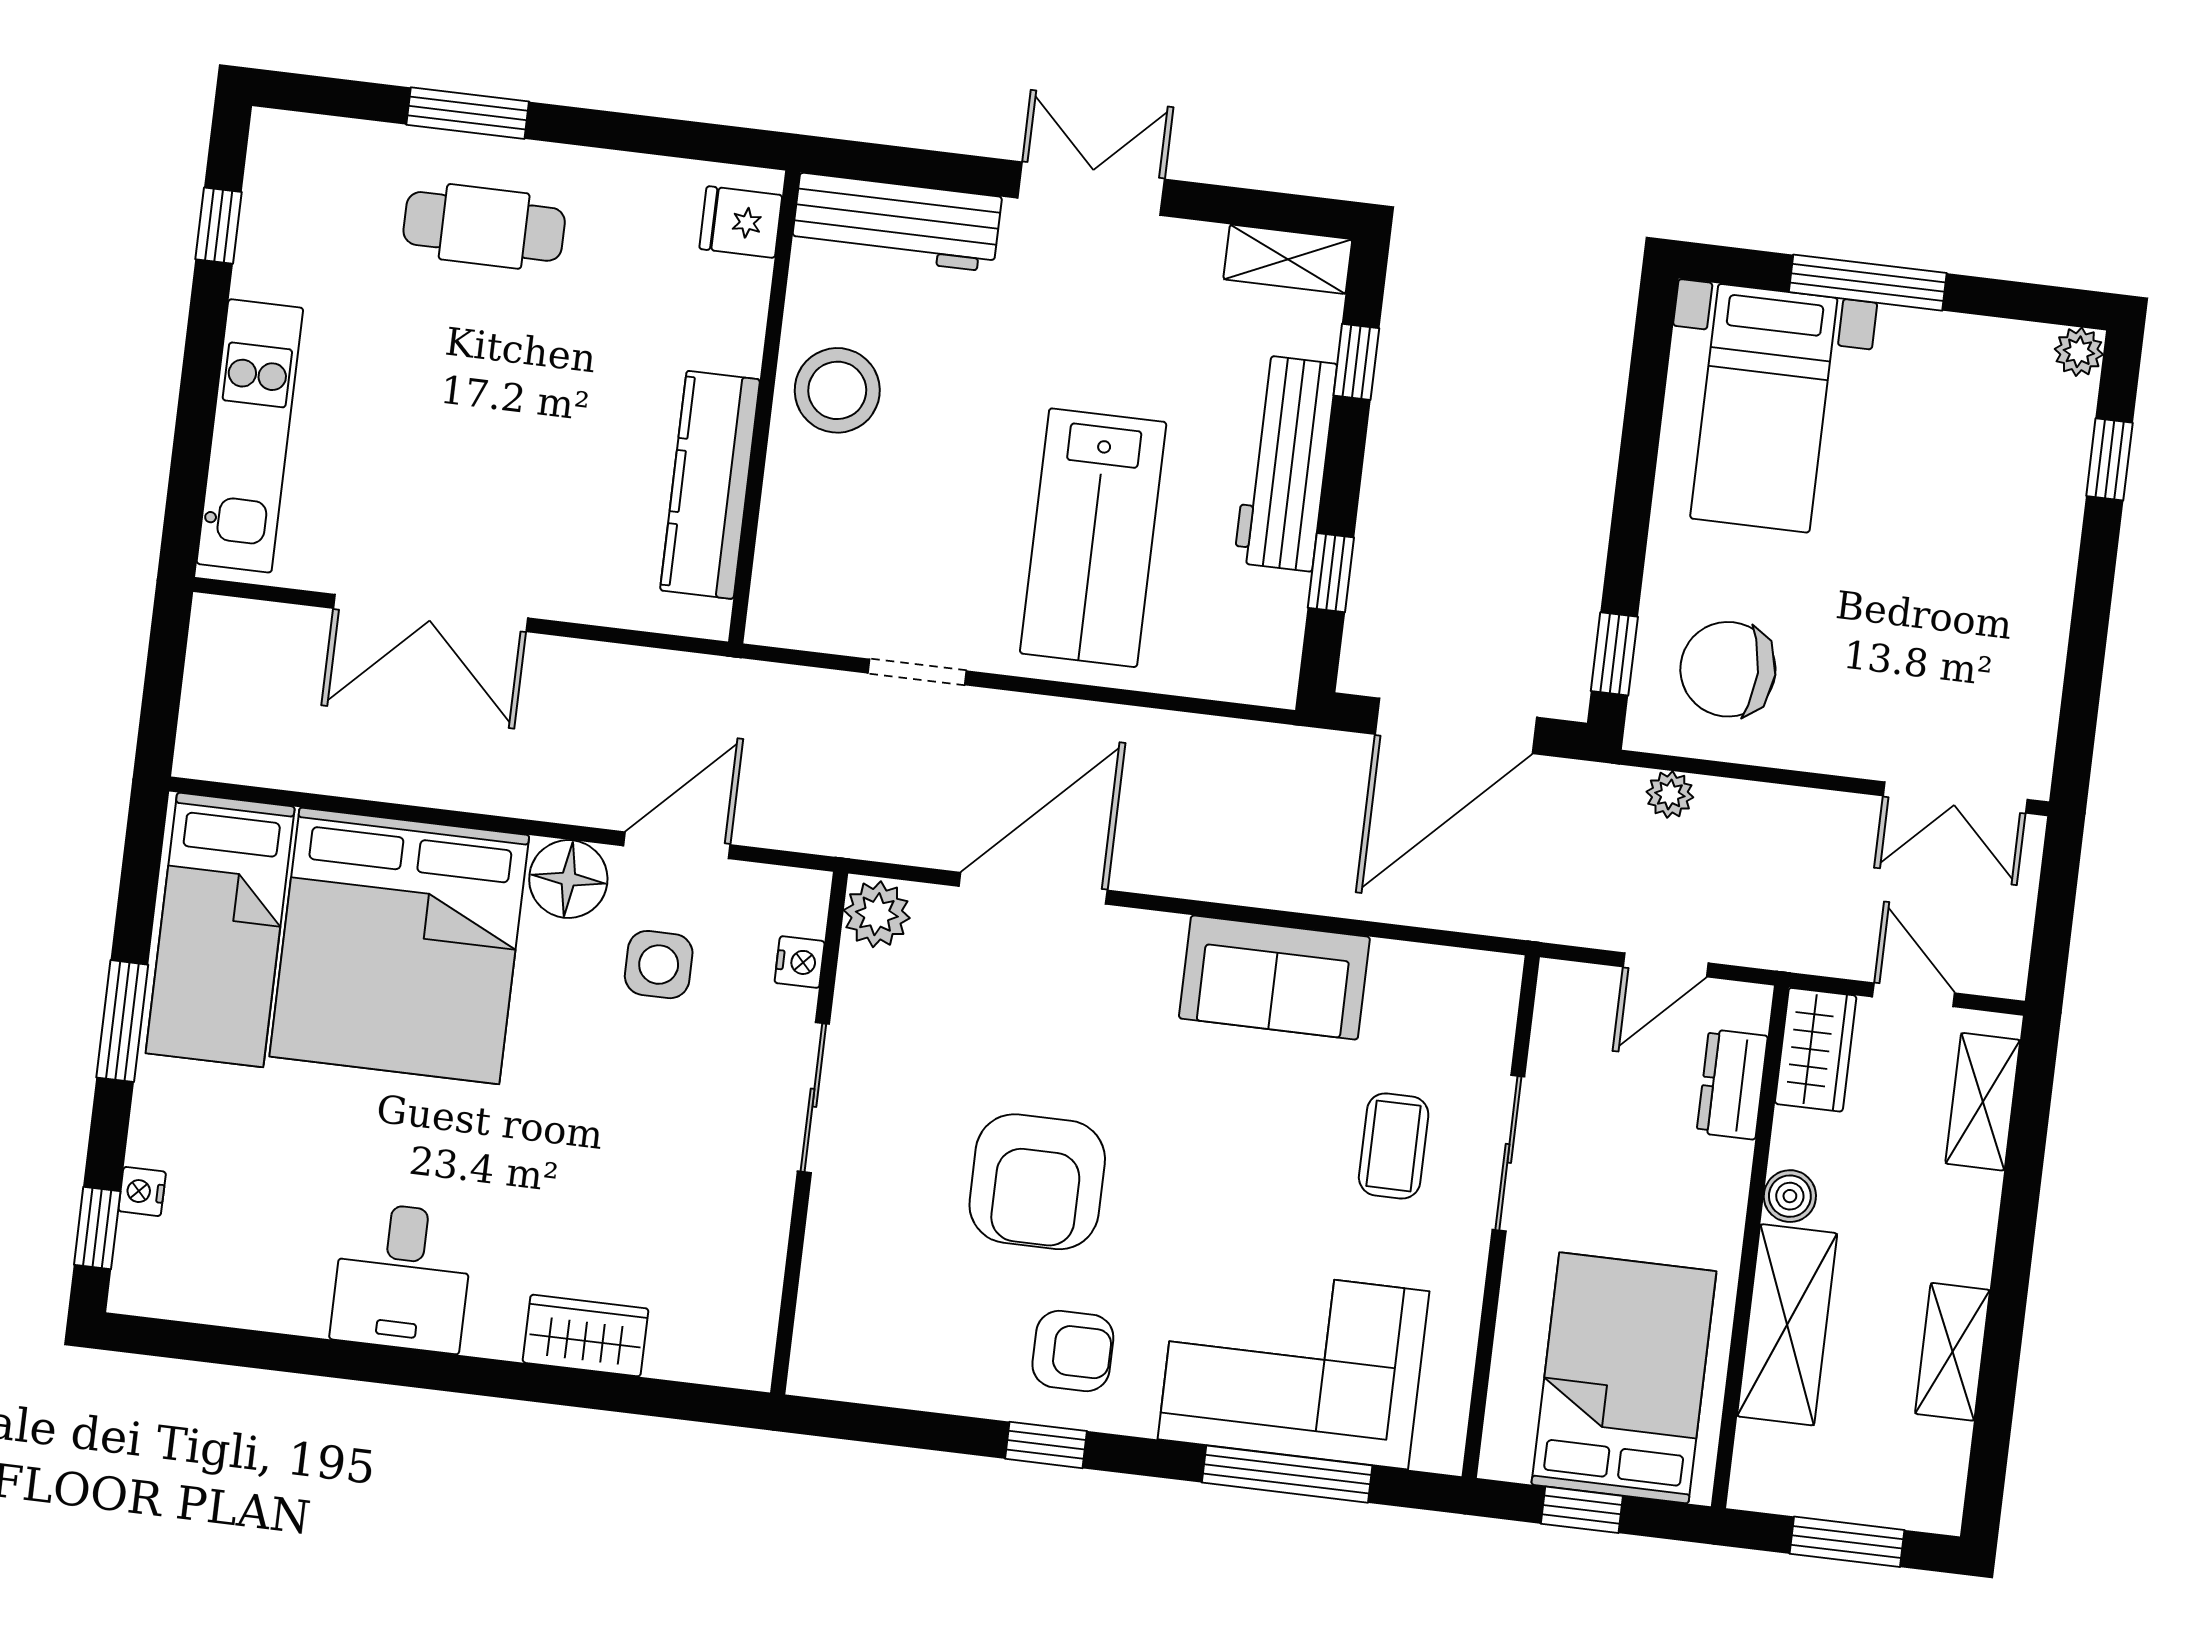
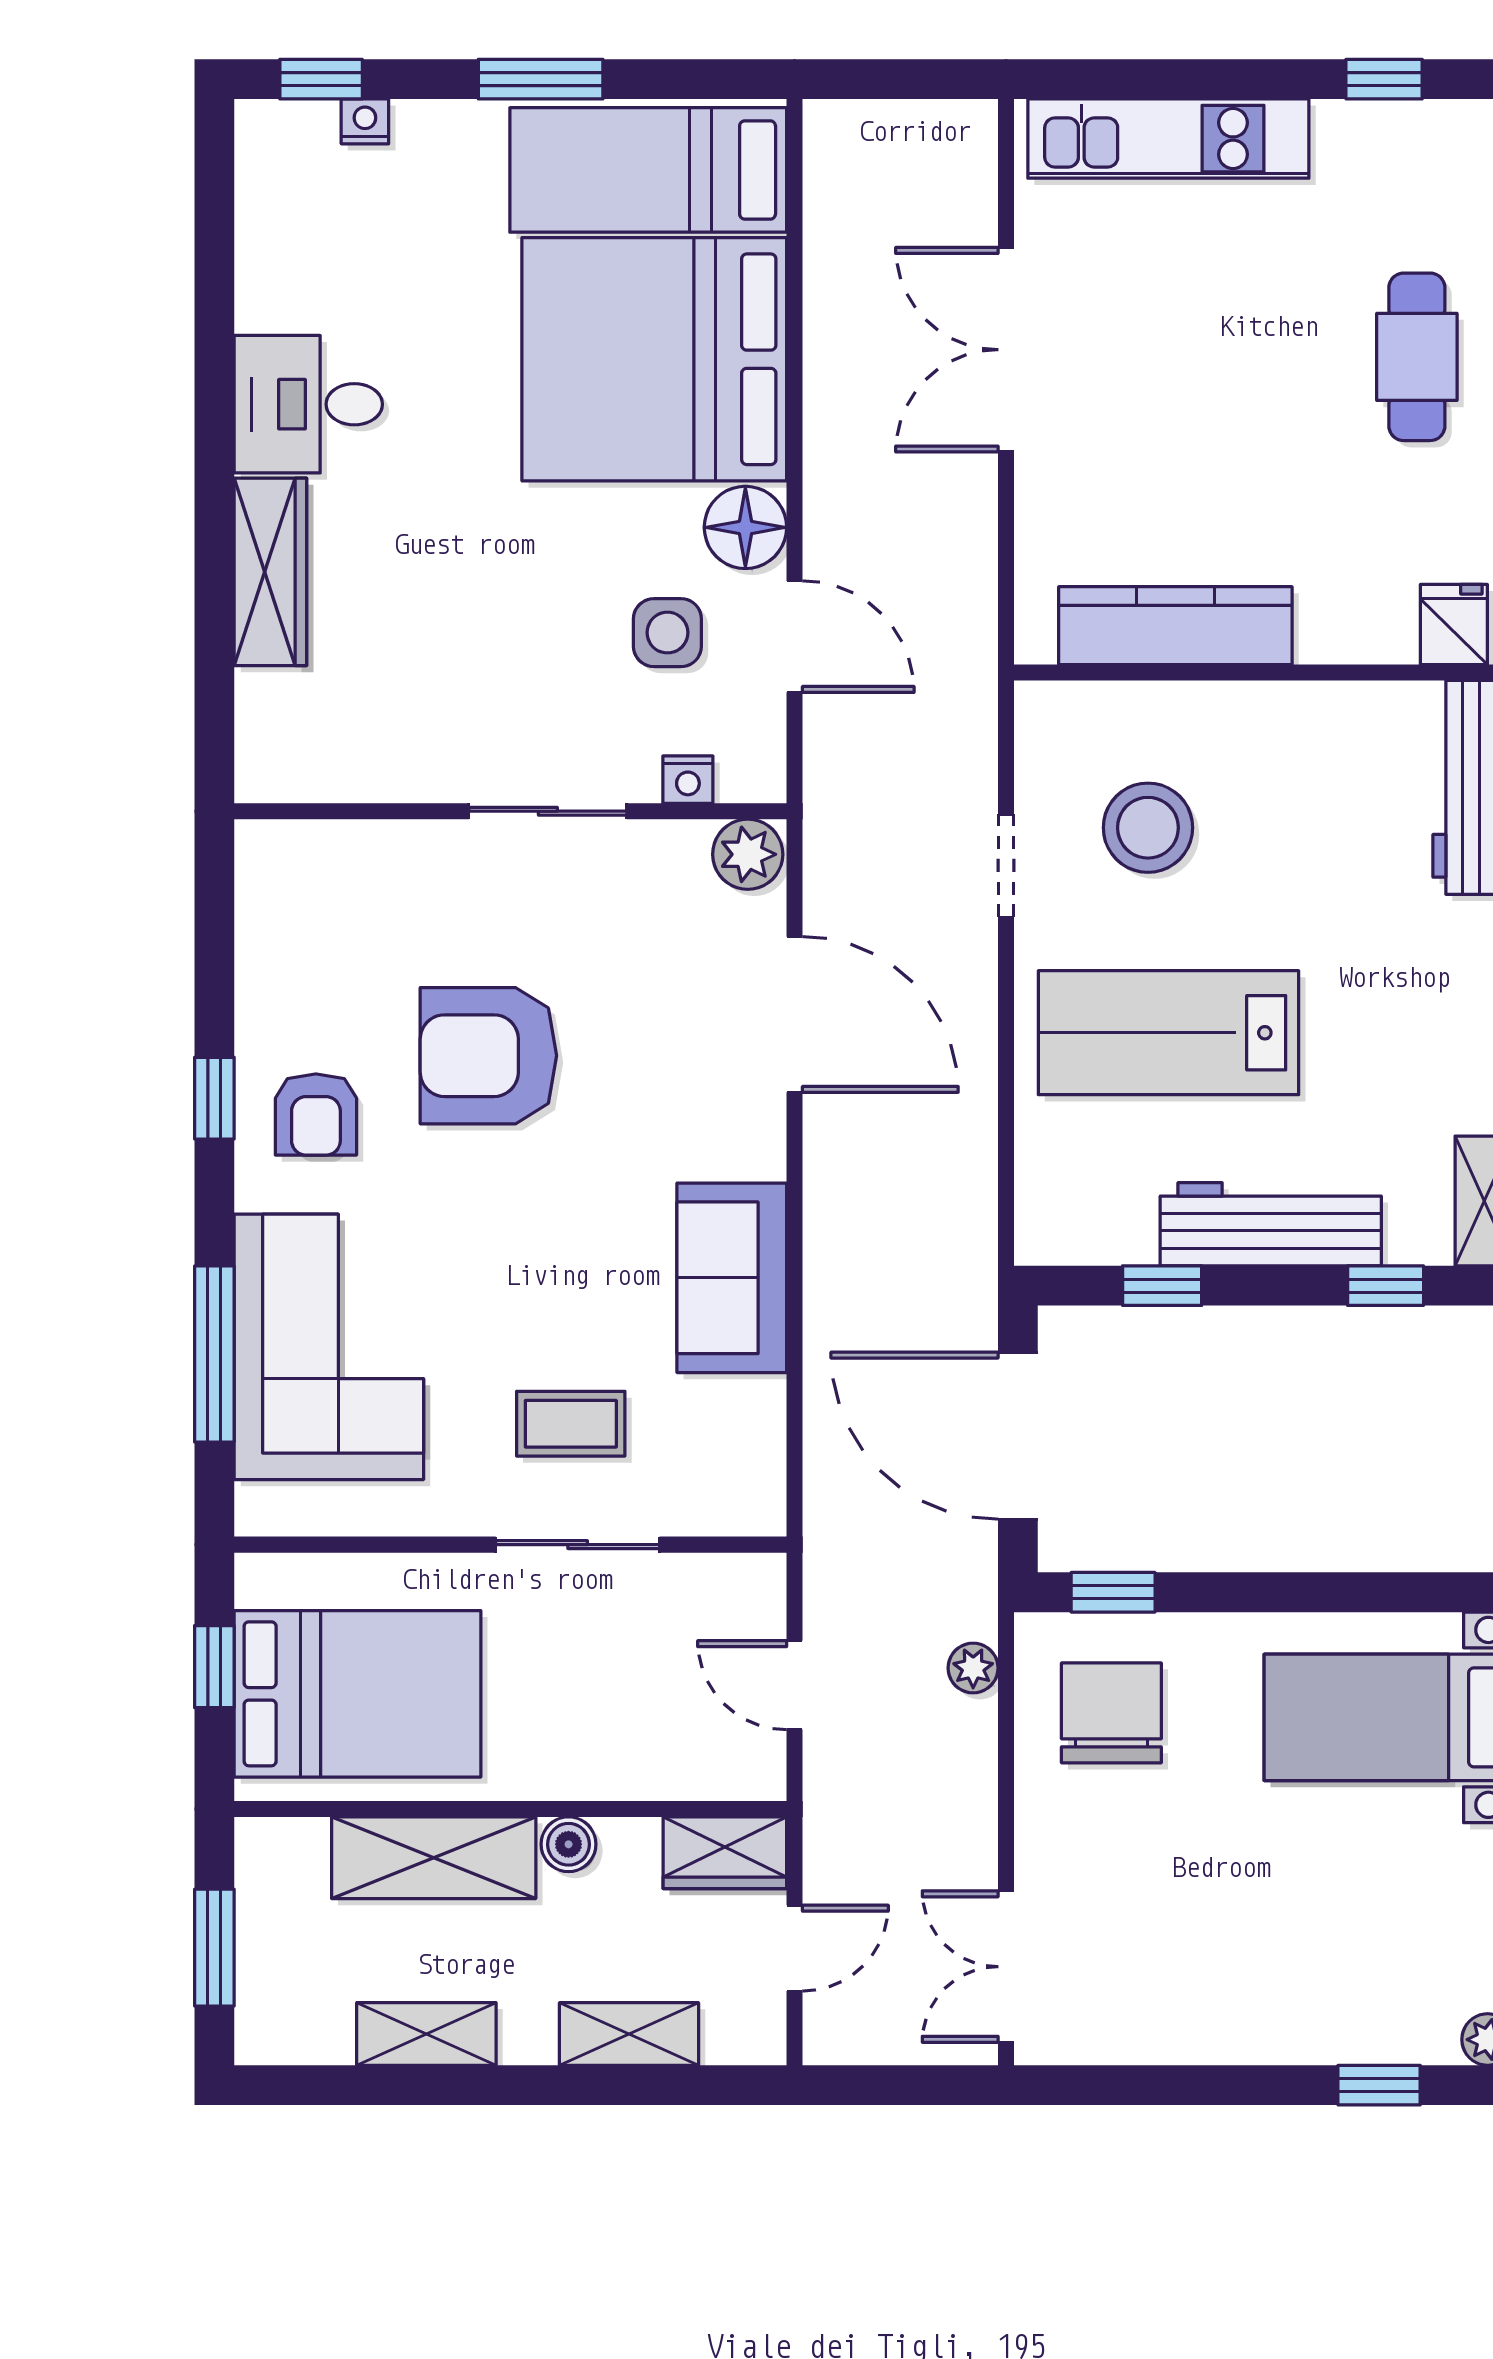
stool: (837, 390) -> (1148, 828), moved
dresser: (1732, 1084) -> (678, 1770), removed
shelving: (1983, 1102) -> (629, 2034), moved
wardrobe: (586, 1336) -> (270, 572), width x1.50

